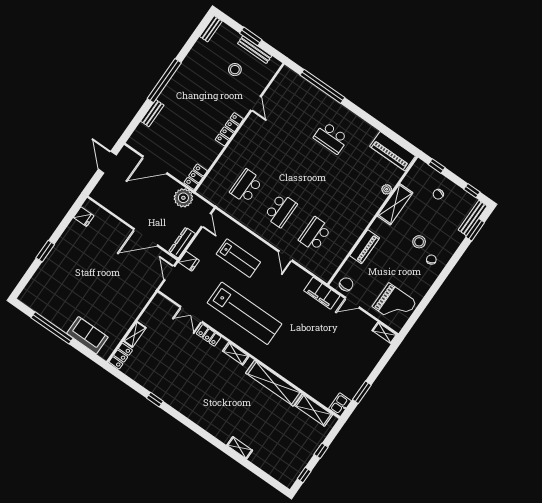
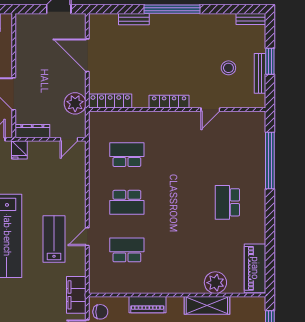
locker: (196, 177) -> (110, 101), width x1.53
plant: (387, 189) -> (215, 283), width x1.87, depth x1.87
lab bench: (238, 258) -> (54, 239), moved, turned 180

